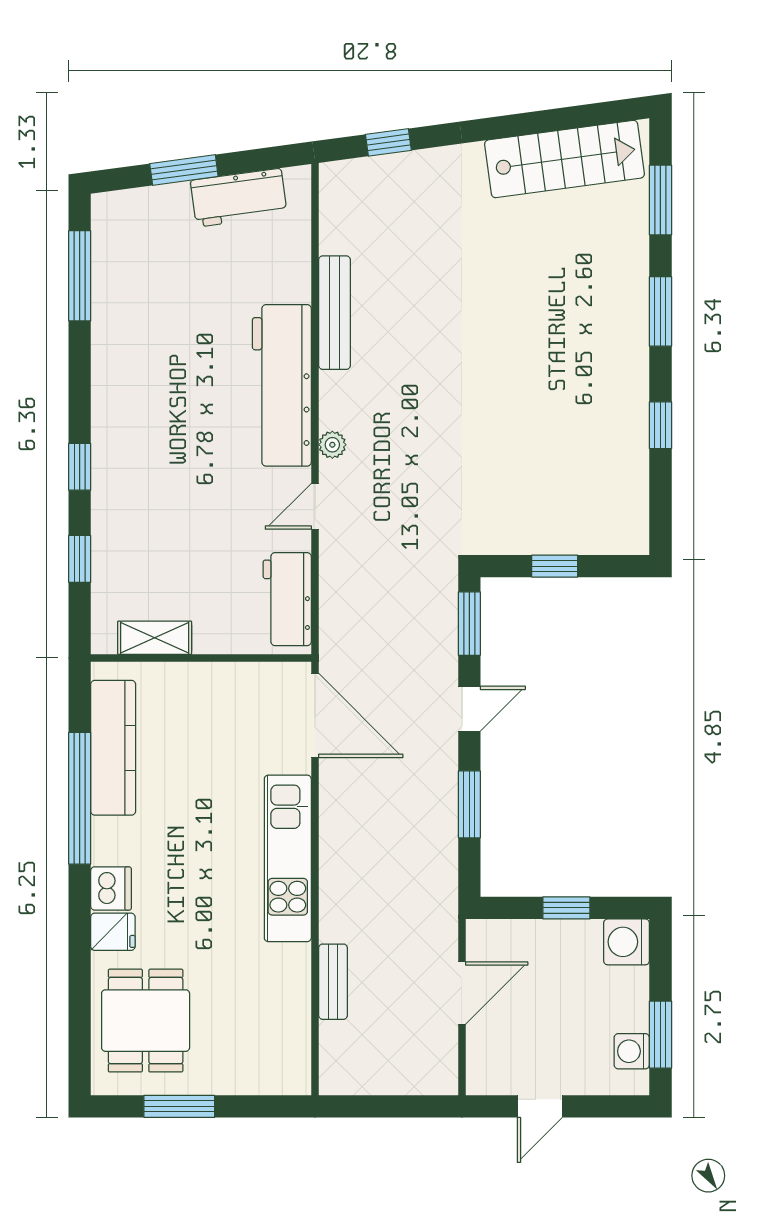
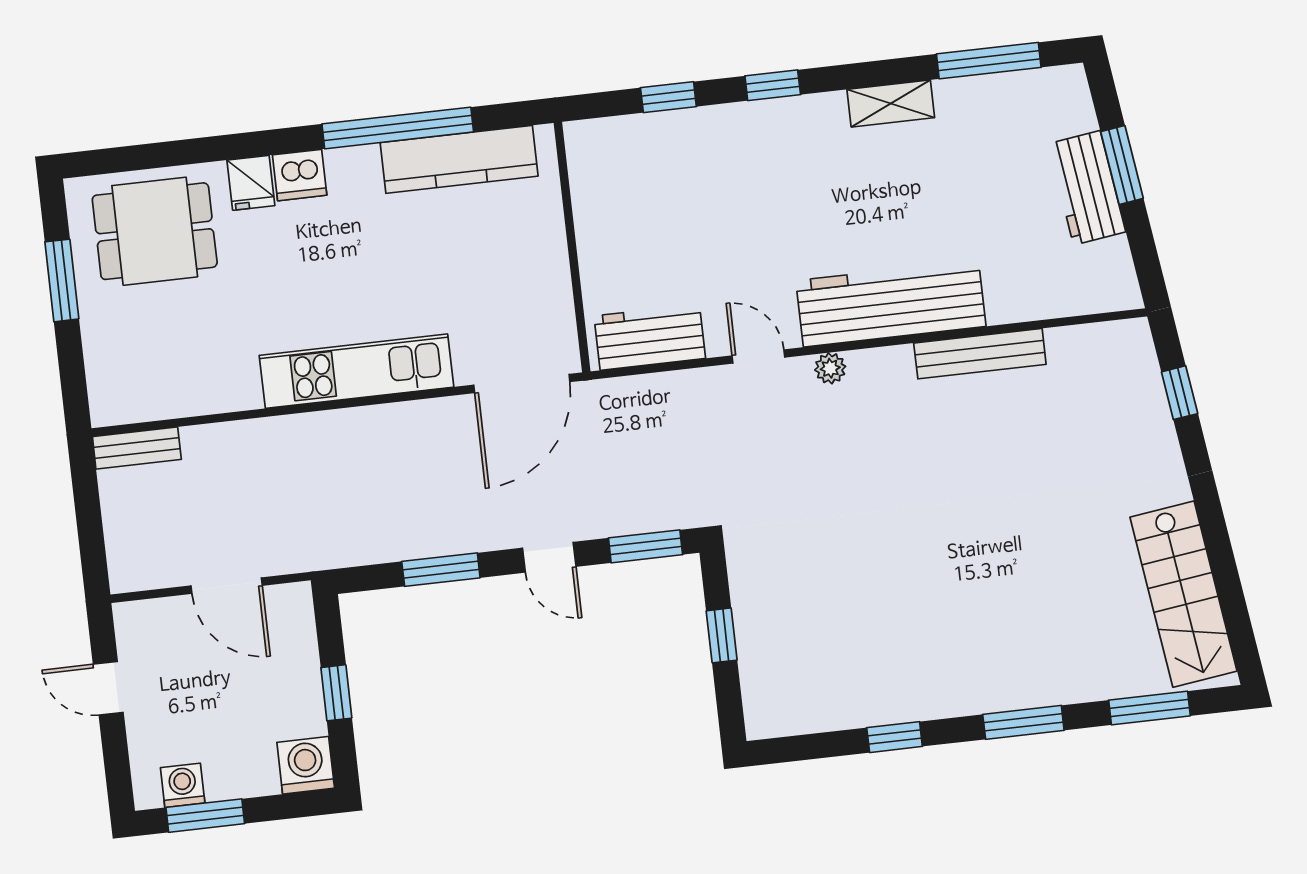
workbench: (239, 198) -> (1087, 188), moved
shelving: (155, 638) -> (891, 103), moved, turned 90
bench: (333, 982) -> (137, 448), moved

